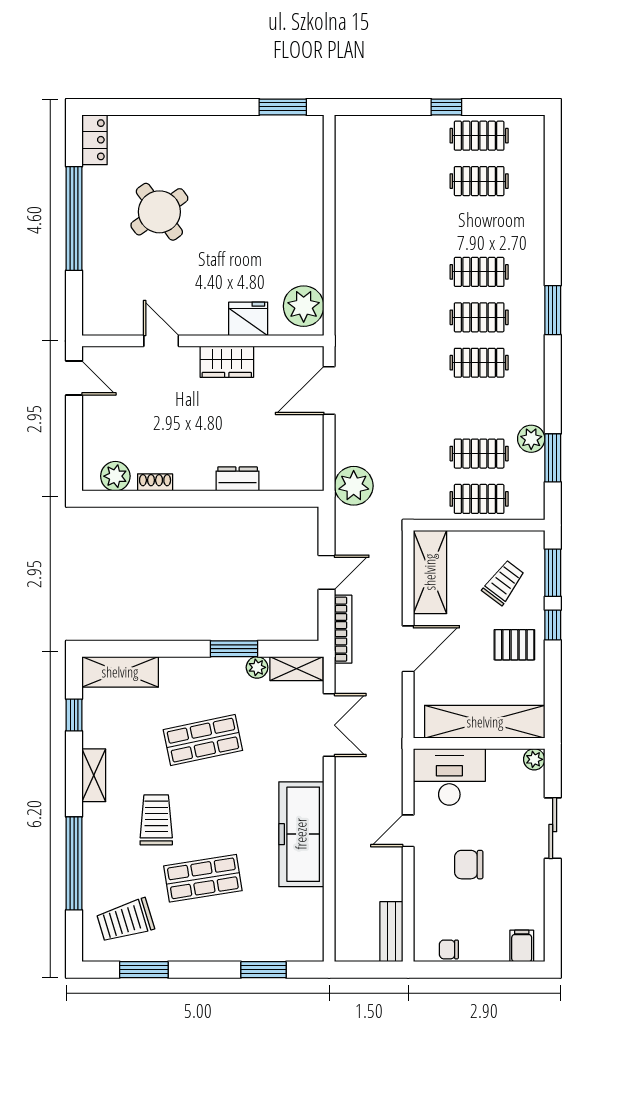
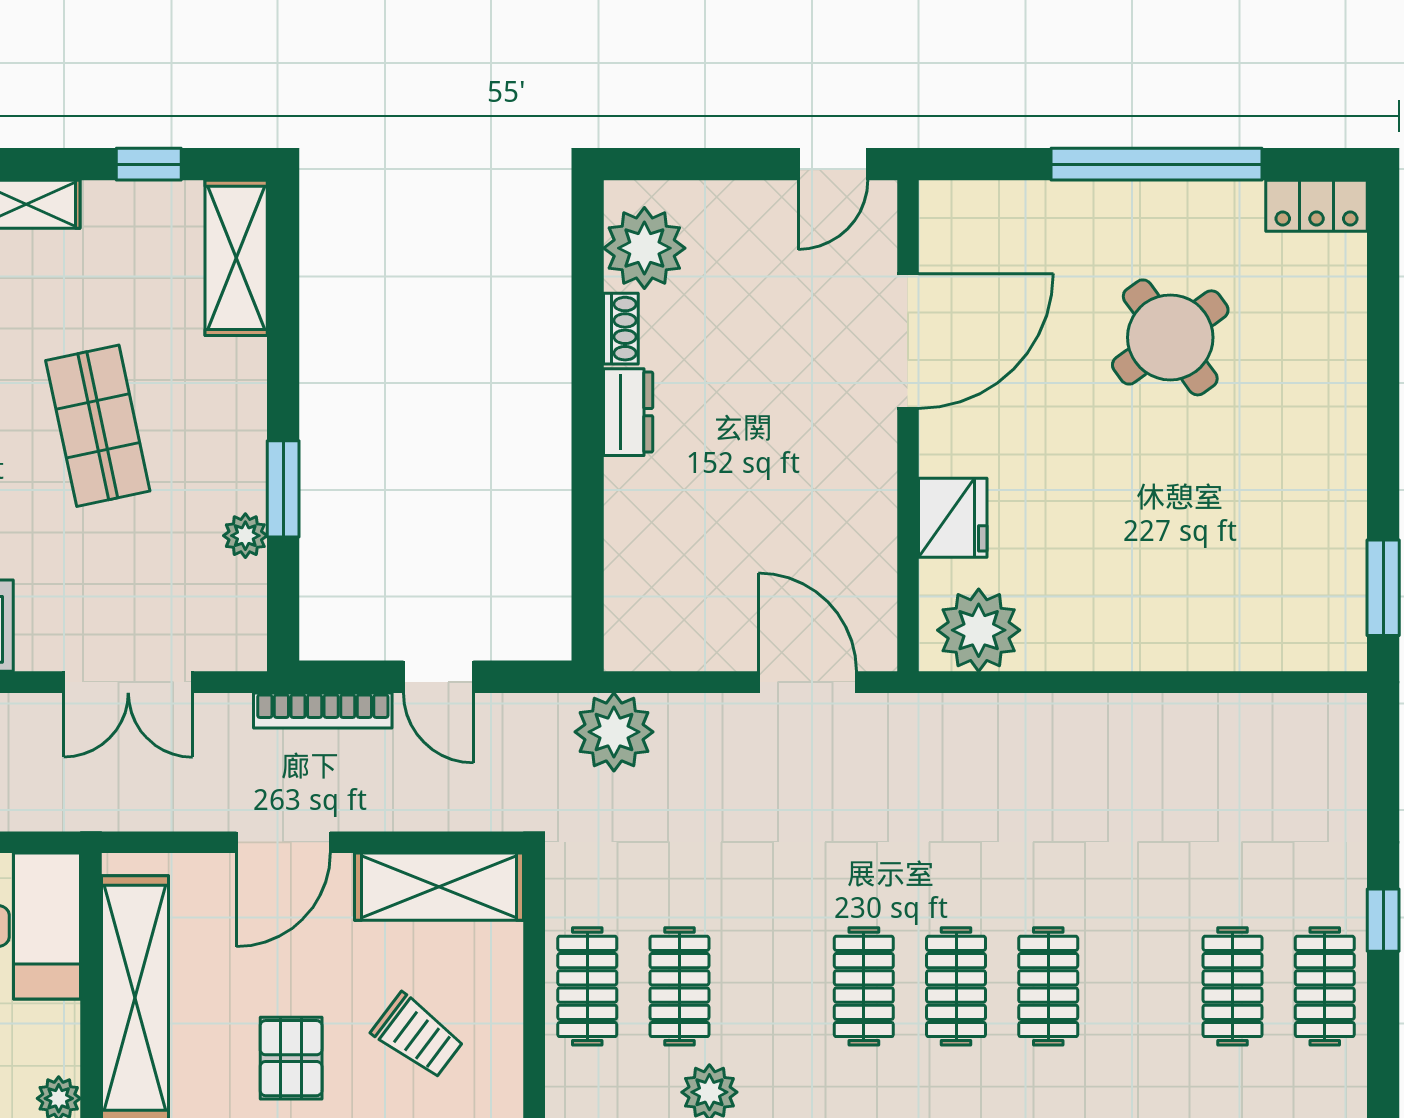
door: (161, 341) -> (908, 341), width x1.87
wardrobe: (227, 362) -> (866, 474), removed
plant: (115, 476) -> (644, 248), width x1.36, depth x1.36
dresser: (238, 479) -> (628, 412), moved
door: (408, 649) -> (283, 842), hinge flipped
shelving: (296, 669) -> (243, 616), removed

